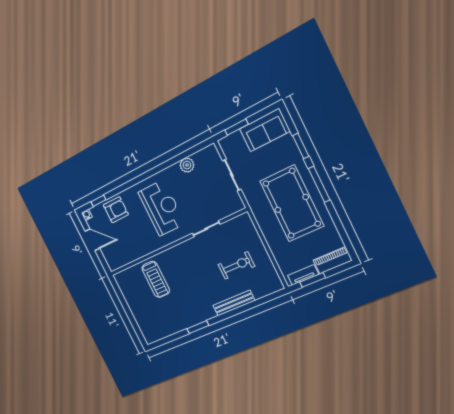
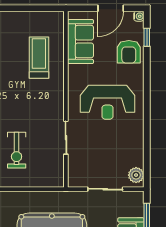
plant: (187, 165) -> (136, 175), moved
sofa: (128, 252) -> (81, 42), added
treadmill: (156, 279) -> (39, 58), turned 90

